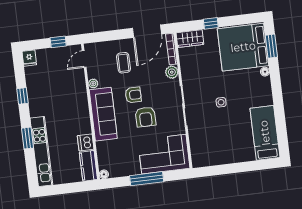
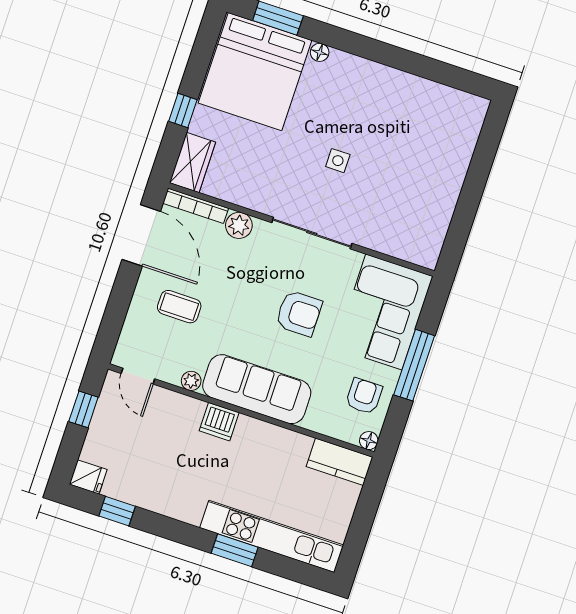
armchair: (133, 95) -> (364, 396), moved
window: (22, 96) -> (117, 511), moved
bed: (265, 133) -> (433, 106), removed
dishwasher: (86, 142) -> (219, 422), moved

